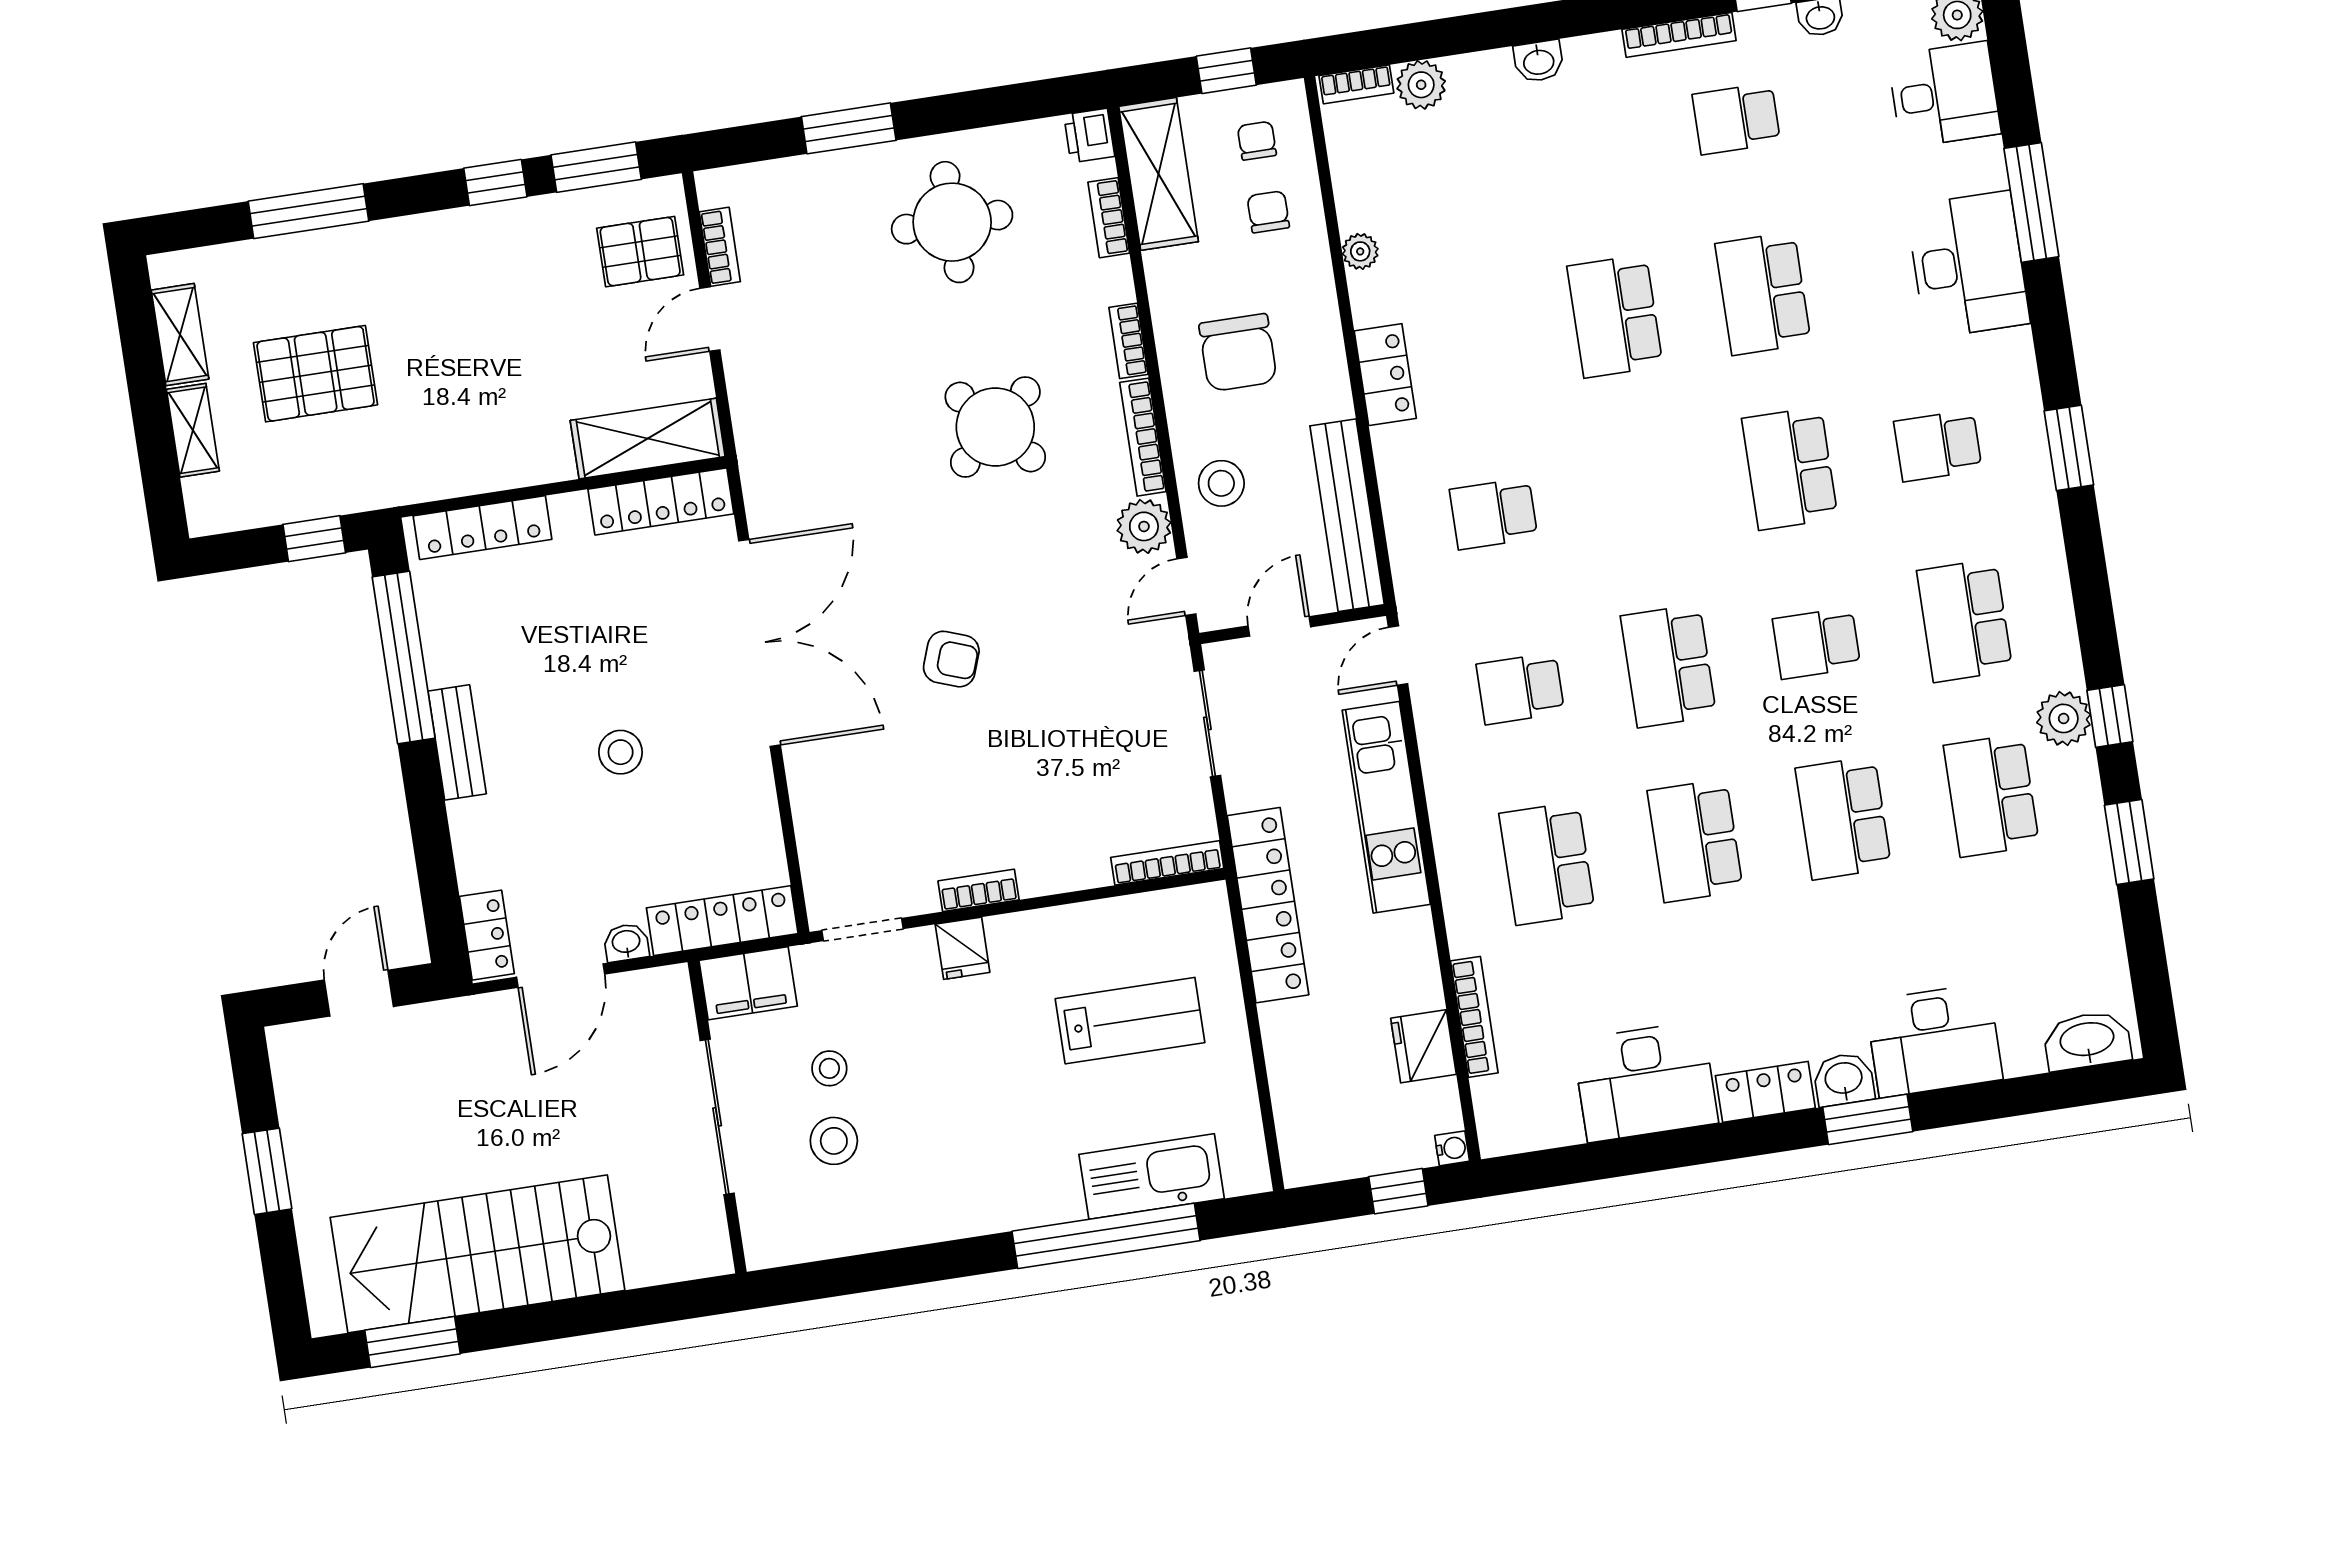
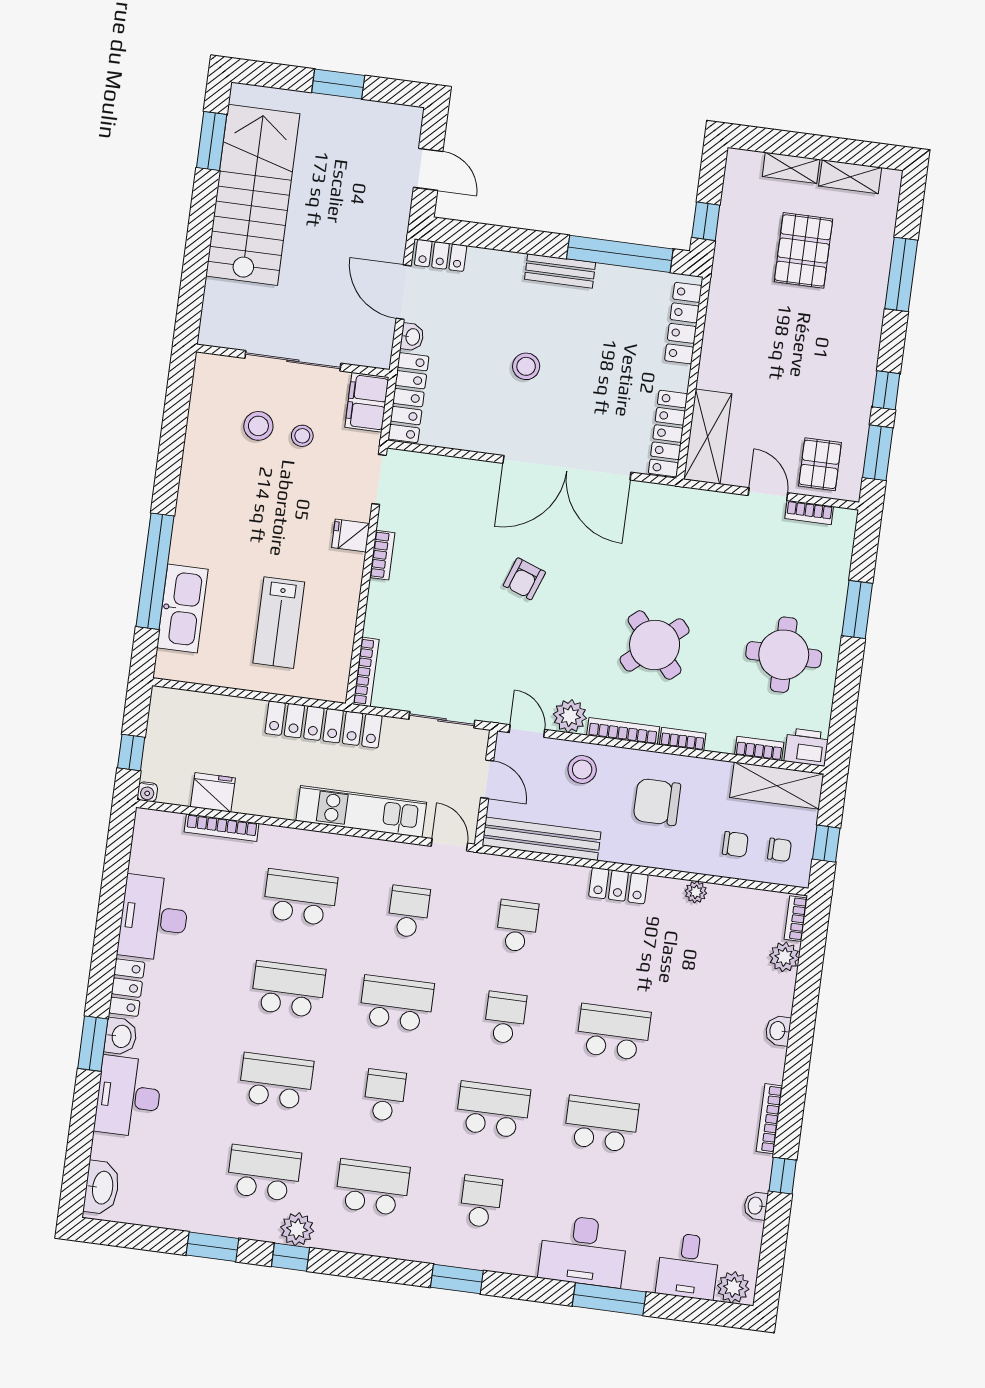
school desk: (1736, 119) -> (505, 1018), moved
printer: (1089, 135) -> (806, 747), width x1.36, depth x1.24

